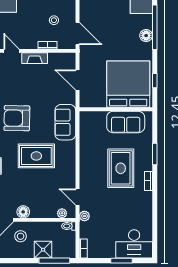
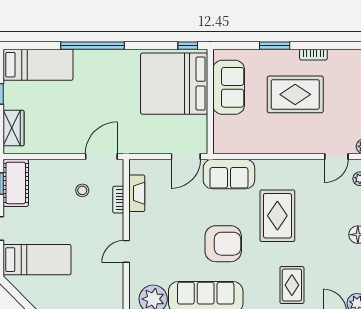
floor lamp: (146, 36) -> (104, 58), removed
fireplace: (35, 58) -> (137, 193), moved
door: (77, 80) -> (186, 157), moved
window: (155, 81) -> (188, 46), moved
armchair: (17, 118) -> (223, 244), turned -91

